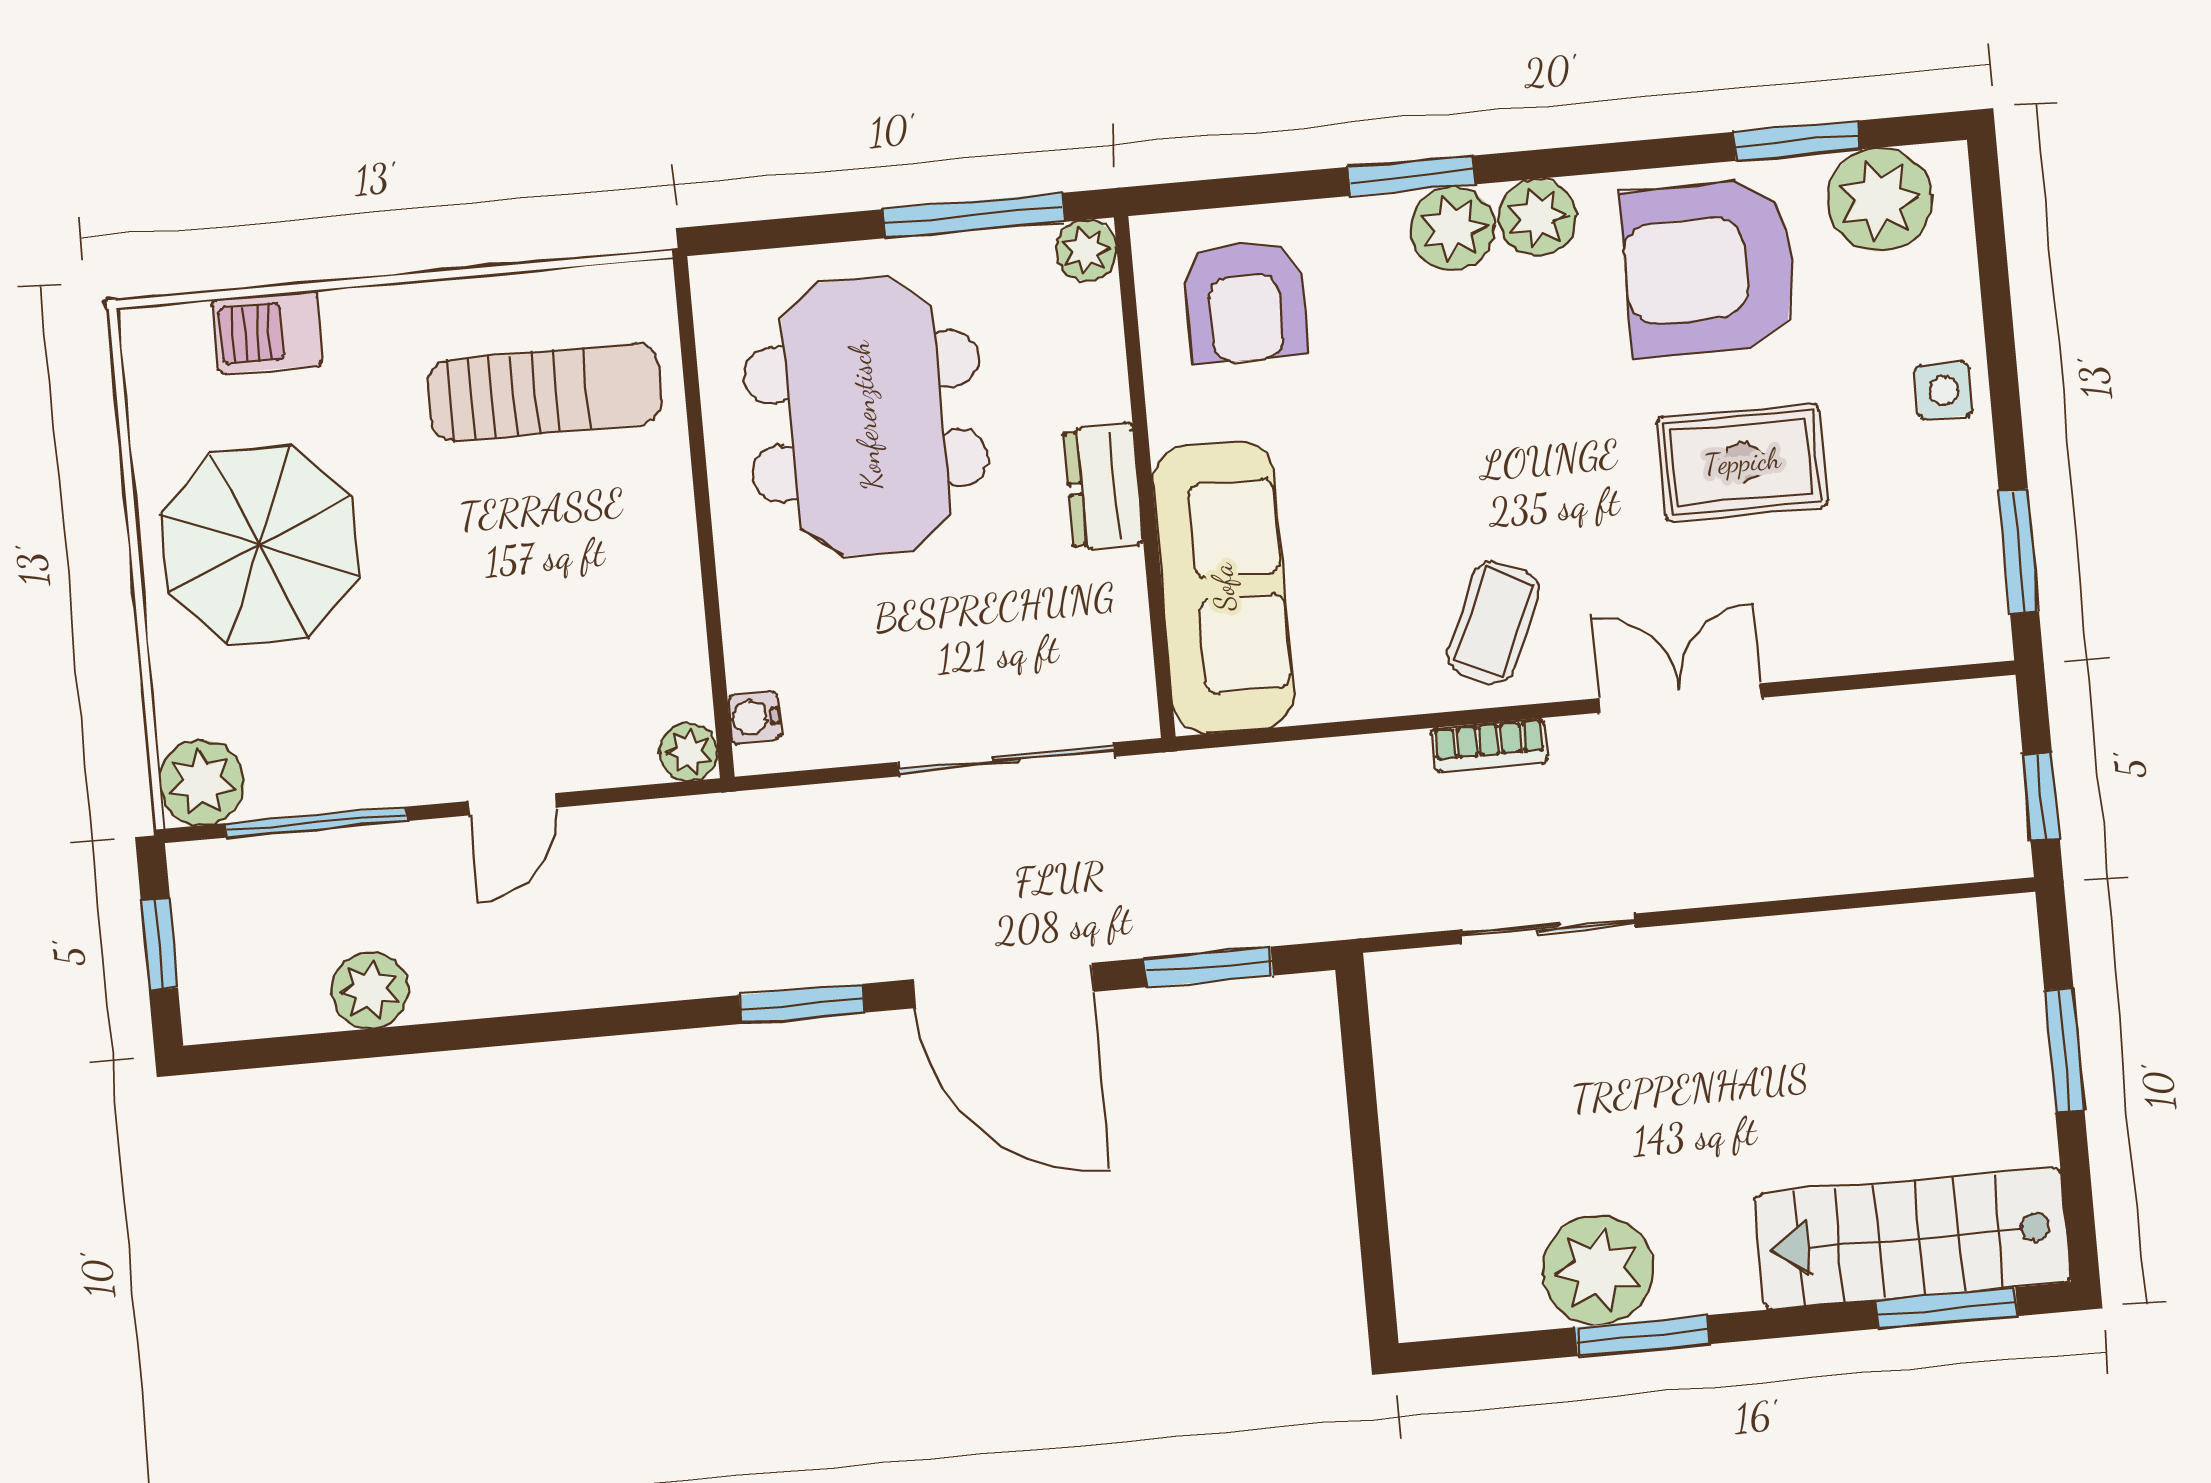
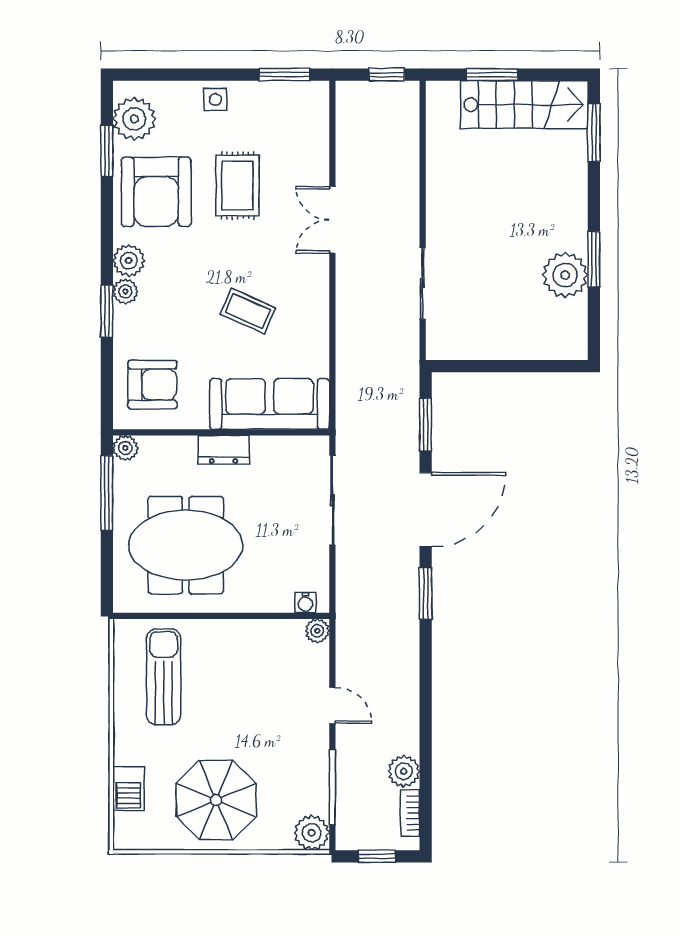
plant: (1453, 228) -> (125, 291), width x0.73, depth x0.73
coffee table: (1494, 622) -> (248, 311), moved
bookcase: (1490, 745) -> (410, 813), moved, turned 180
stairs: (1913, 1238) -> (524, 105), moved, turned -90

